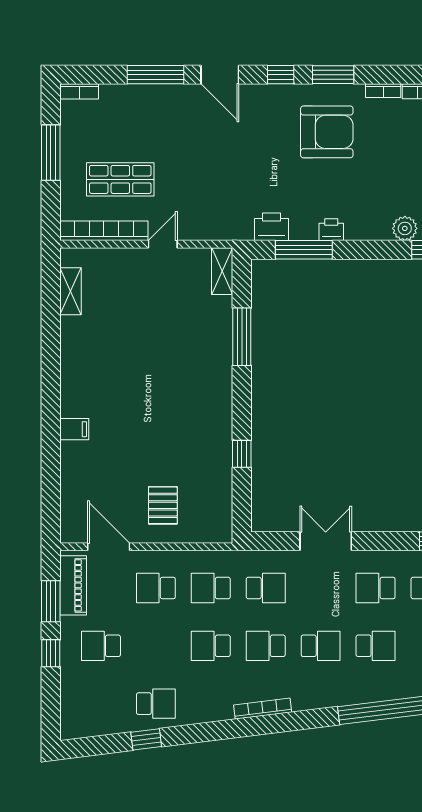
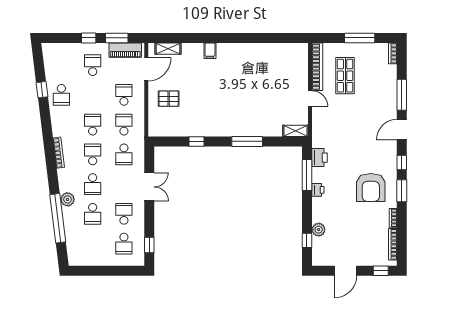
shelving: (70, 291) -> (168, 49), moved
window: (242, 337) -> (247, 141), moved
plant: (349, 692) -> (68, 199), added

